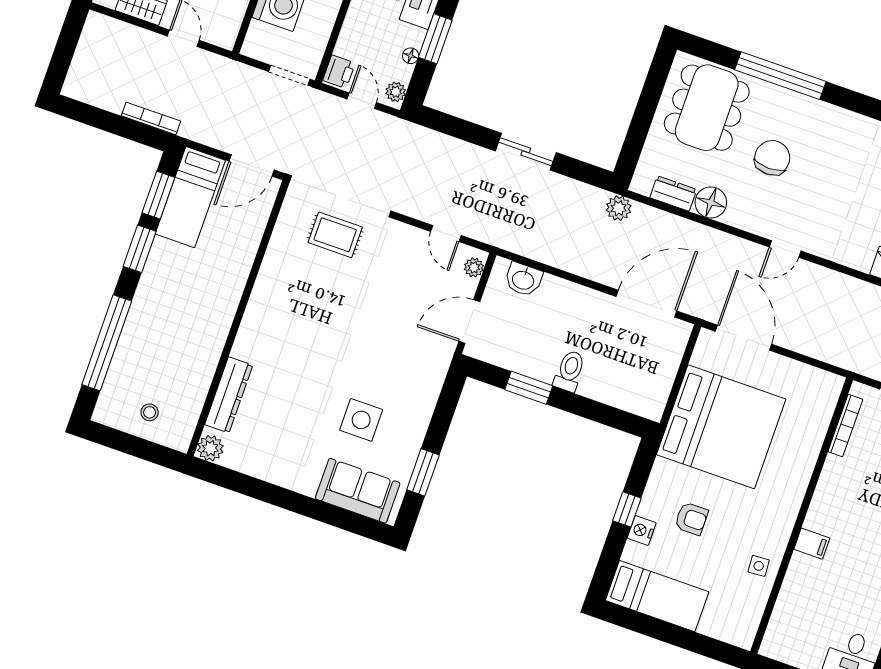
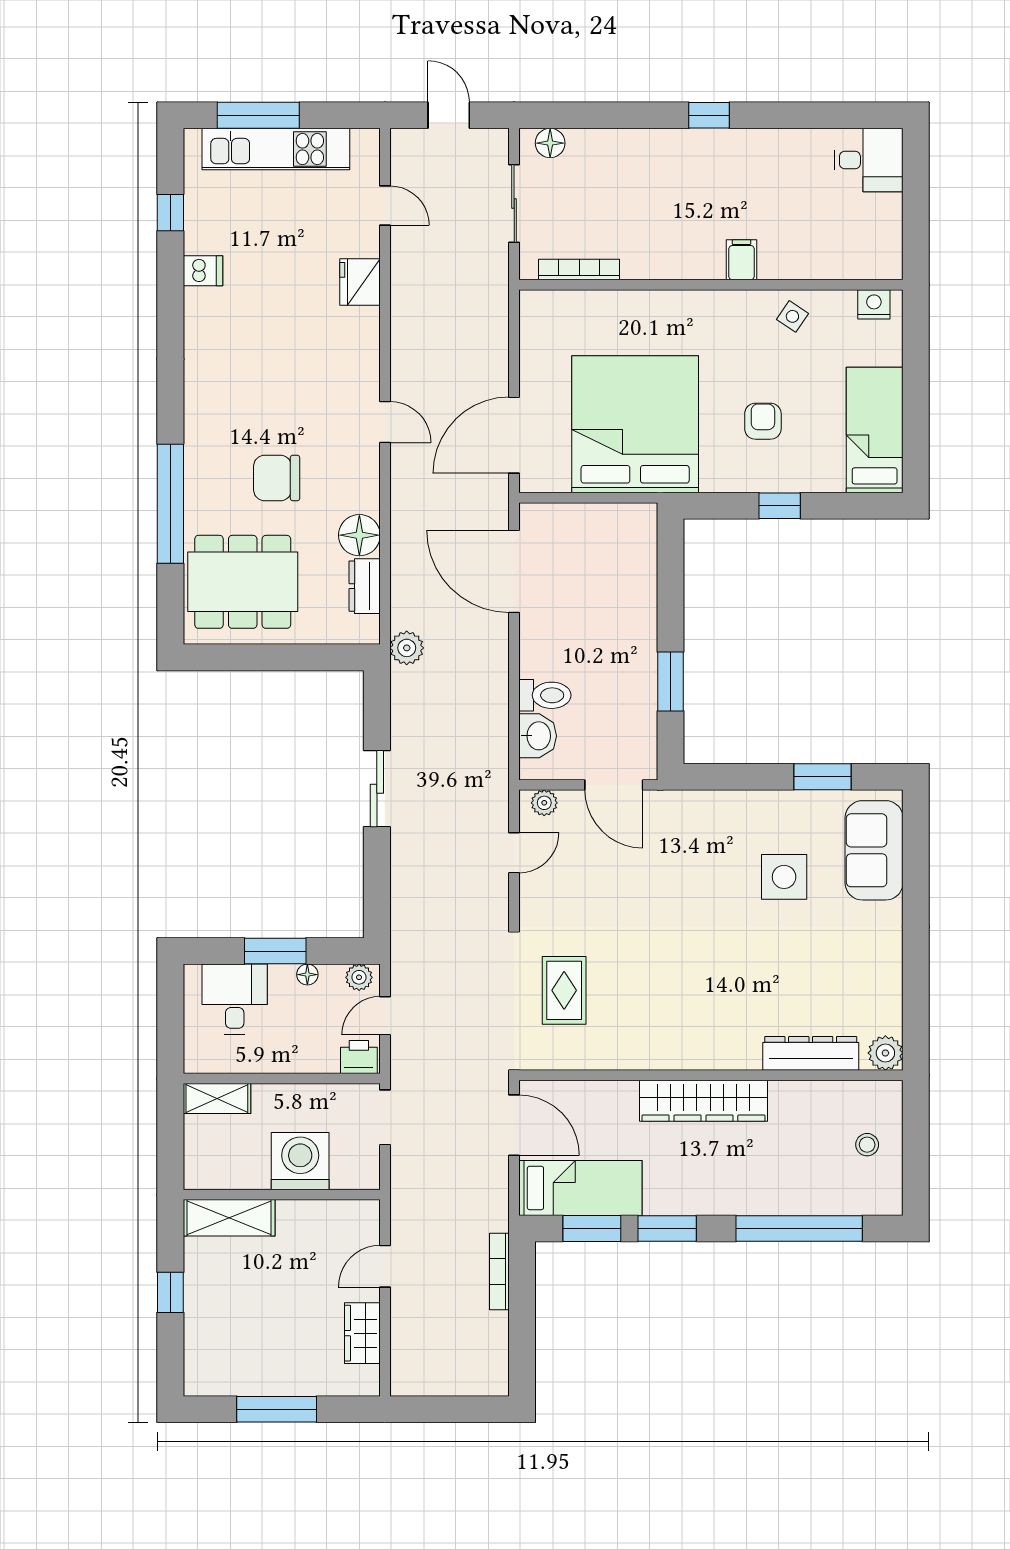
wardrobe: (222, 307) -> (703, 1101), added
toilet: (570, 371) -> (545, 695), moved, turned 180
nightstand: (642, 530) -> (874, 304), moved, turned 180
side table: (759, 566) -> (792, 316), turned 38

